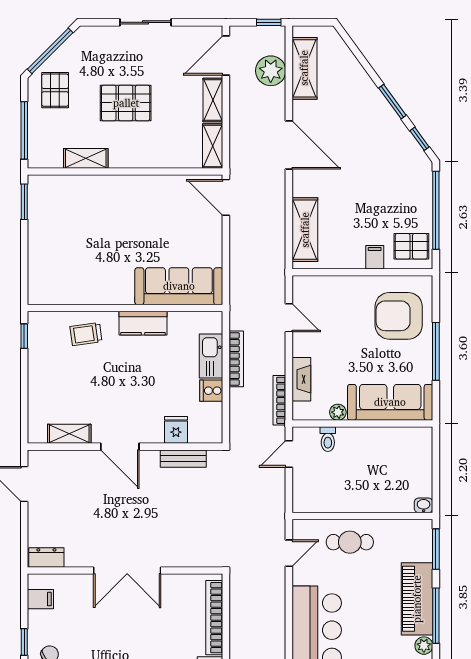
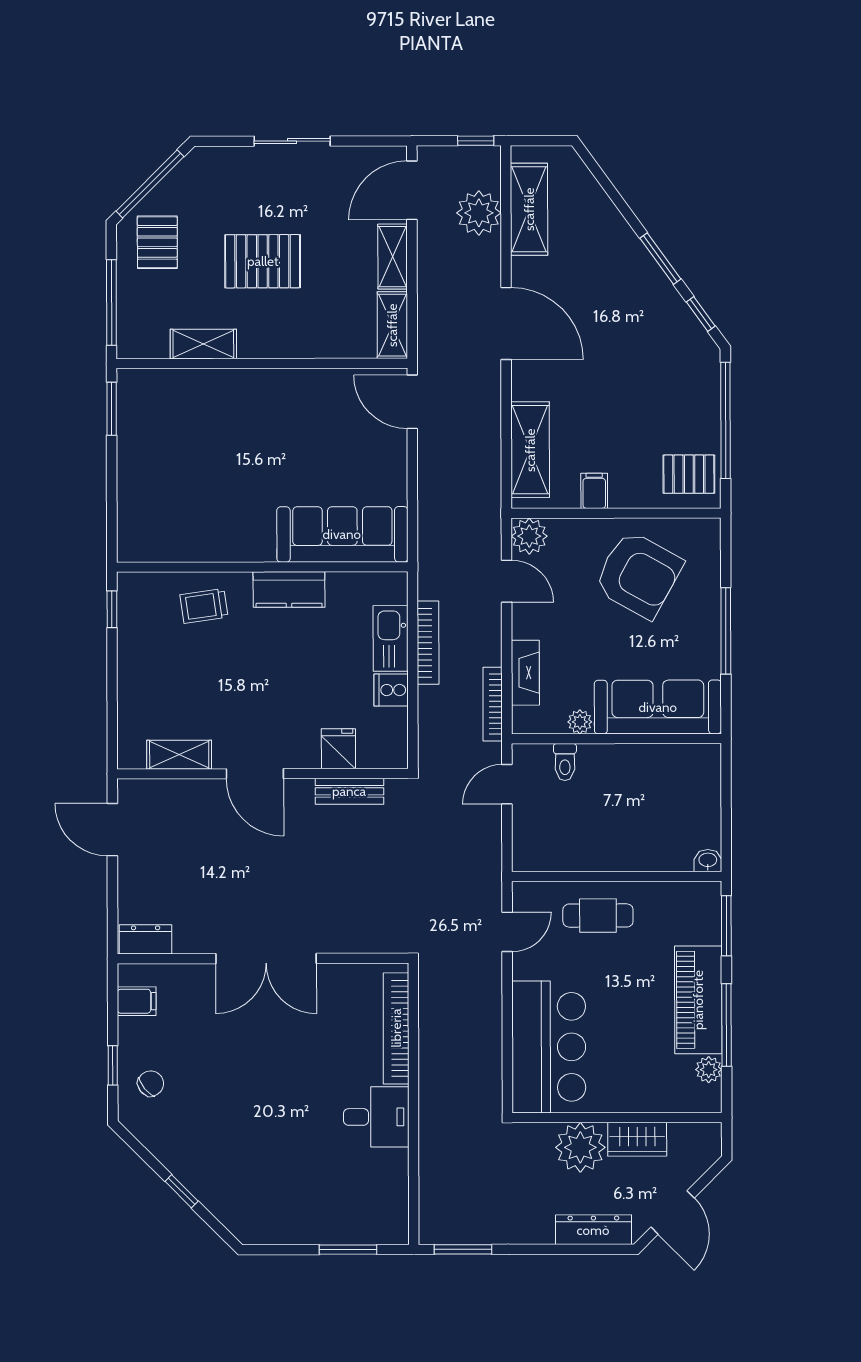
filing cabinet: (375, 257) -> (594, 491), moved
plant: (304, 288) -> (529, 536), added
armchair: (399, 316) -> (638, 574), moved, turned -151

